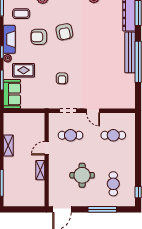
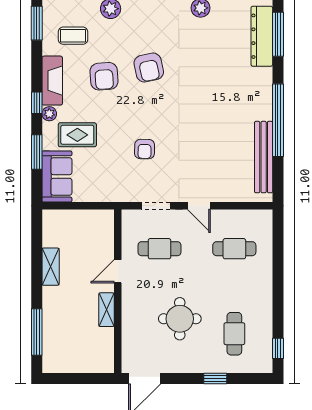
armchair: (39, 37) -> (104, 76), turned -94
bench: (130, 52) -> (264, 157), moved
window: (102, 209) -> (215, 379), width x0.46

